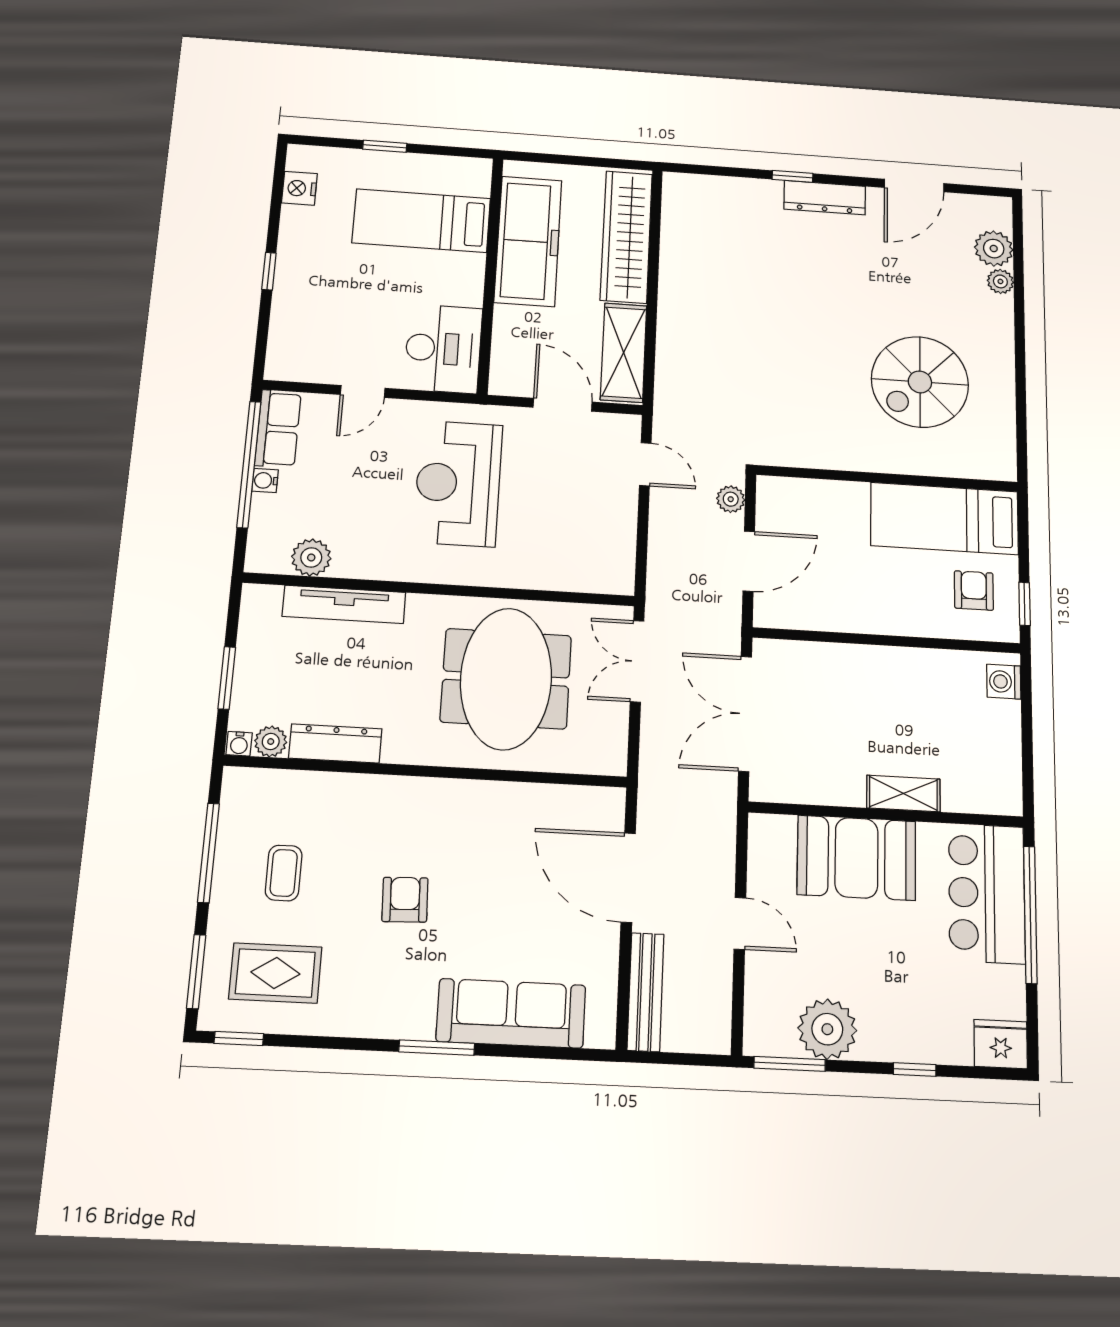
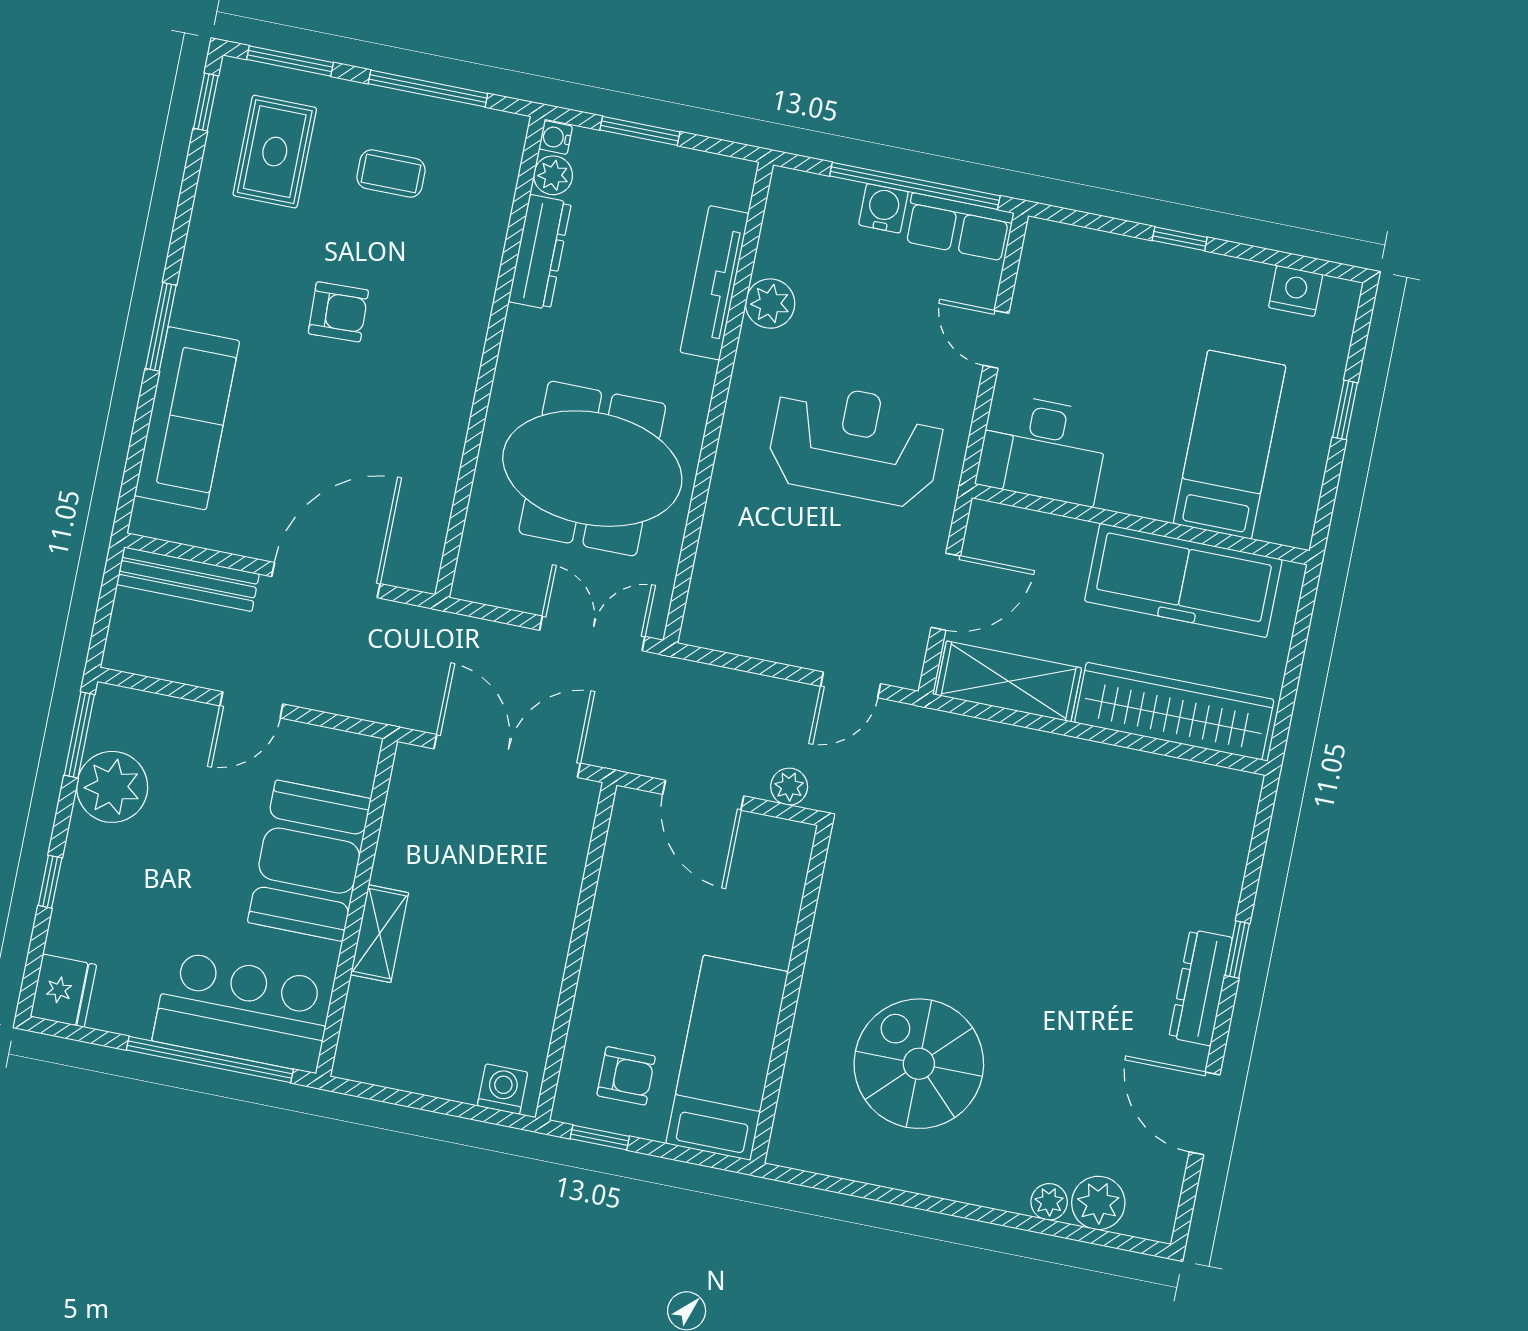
water cooler: (265, 481) -> (883, 208), width x1.38, depth x1.38
plant: (311, 557) -> (770, 304), moved

